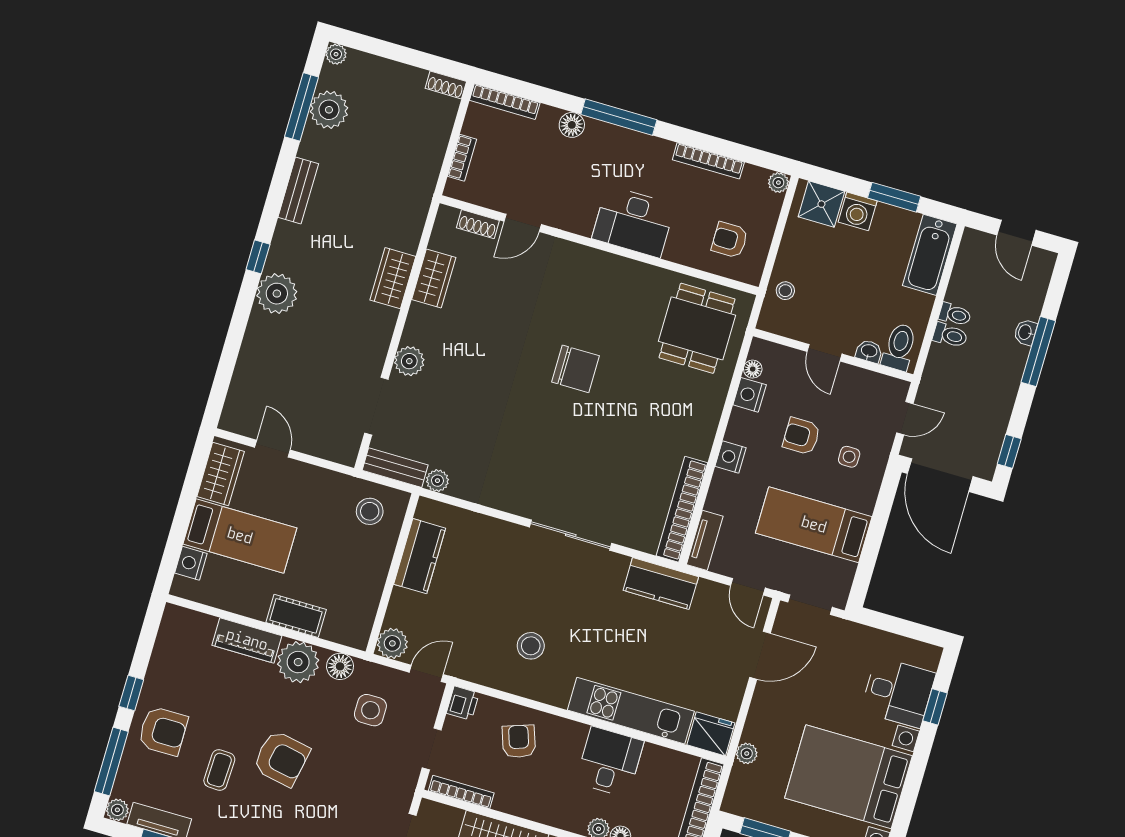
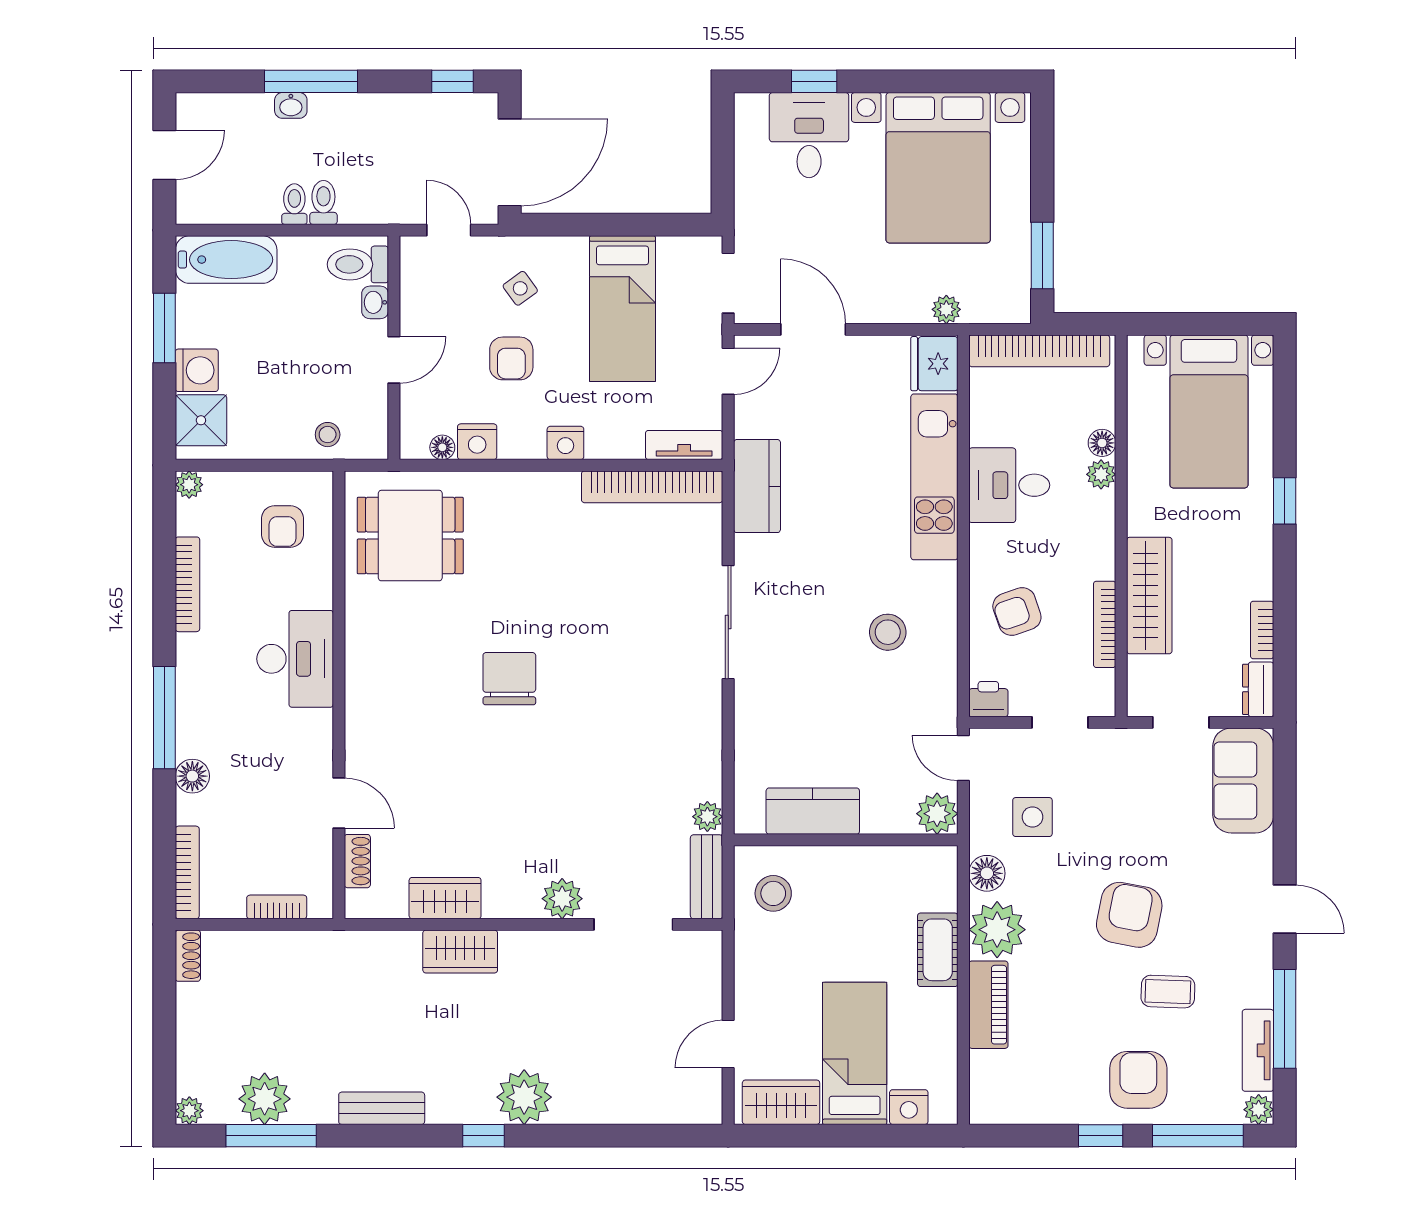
side table: (849, 457) -> (520, 288), turned -36
bookcase: (461, 792) -> (1105, 624), moved

